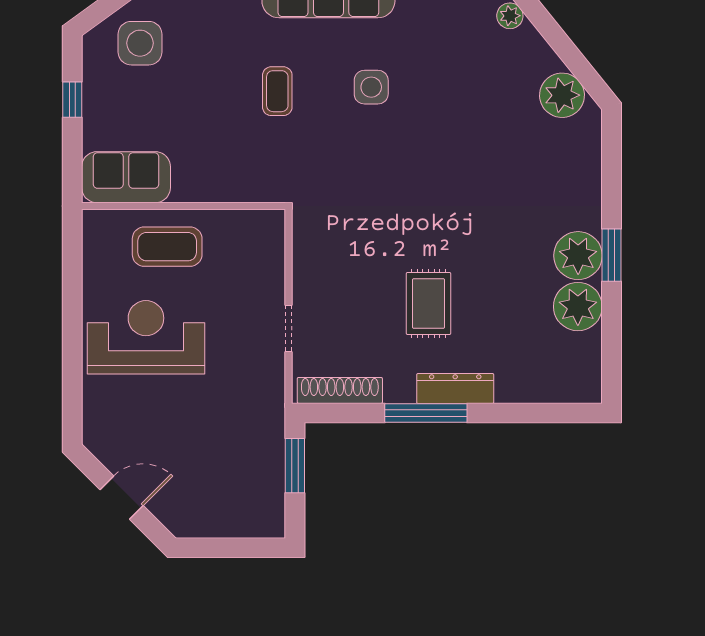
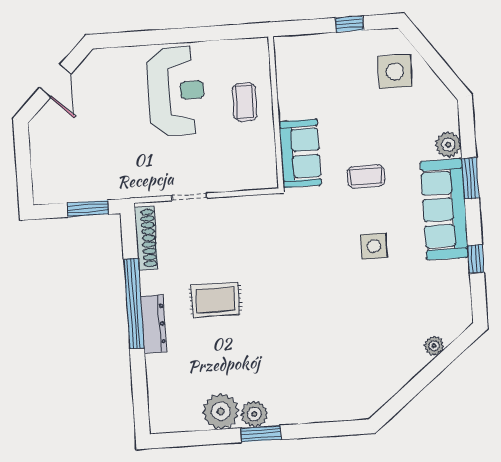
plant: (562, 95) -> (377, 389), removed
sofa: (126, 177) -> (300, 153), moved
coffee table: (167, 247) -> (245, 102), width x0.73, depth x0.77
plant: (578, 256) -> (254, 414), width x0.73, depth x0.73
window: (426, 413) -> (134, 303), width x1.46

